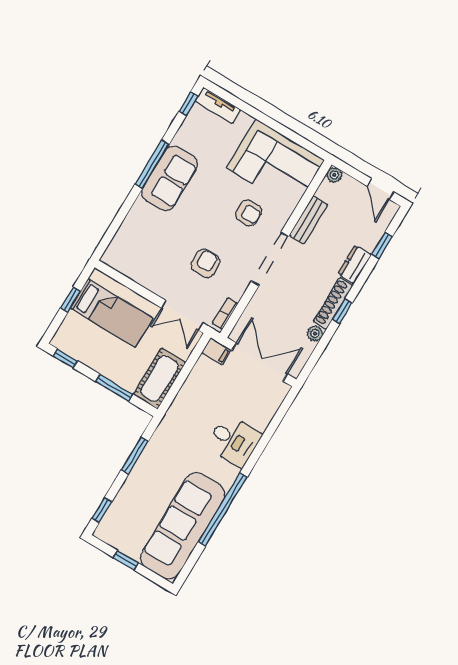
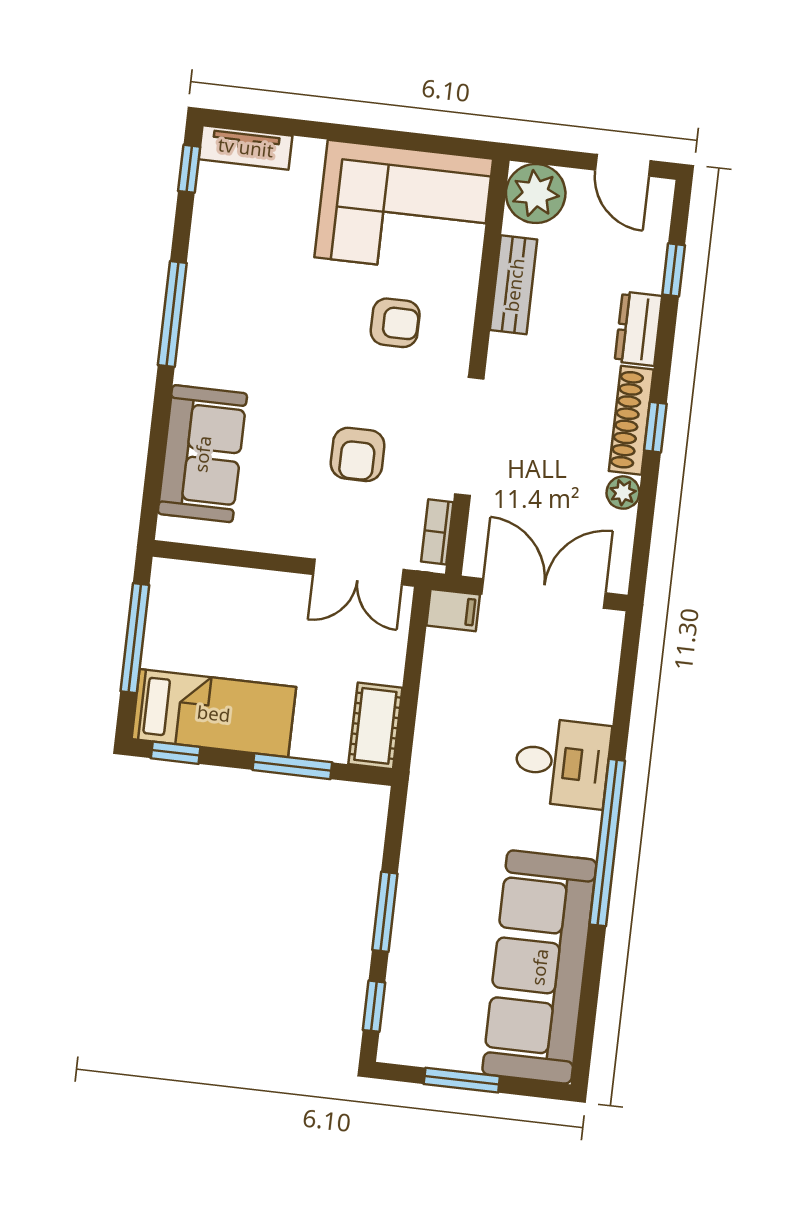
plant: (334, 175) -> (536, 194), width x1.87, depth x1.87
sofa: (170, 178) -> (202, 454), moved
doorway: (270, 259) -> (469, 437), moved
armchair: (206, 263) -> (358, 454), turned 180
window: (70, 300) -> (135, 638), width x2.17
bed: (112, 313) -> (214, 713), moved
cot: (159, 378) -> (375, 726), width x0.73, depth x0.75
window: (135, 456) -> (385, 912), moved
window: (223, 509) -> (607, 843), moved
window: (126, 560) -> (462, 1080), width x1.50

